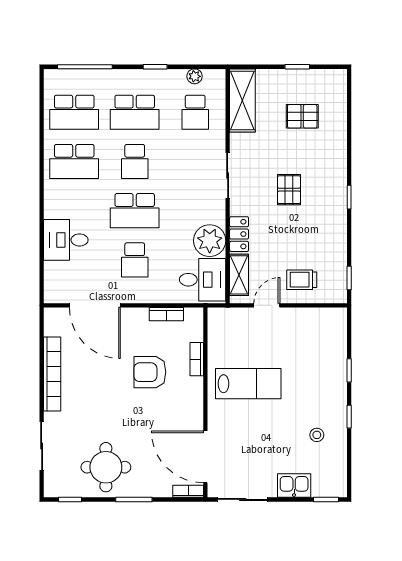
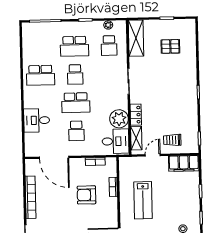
school desk: (74, 112) -> (40, 47), removed
pallet: (289, 190) -> (164, 89), removed
filing cabinet: (321, 321) -> (184, 163), added
lab bench: (248, 384) -> (143, 200), turned 90

